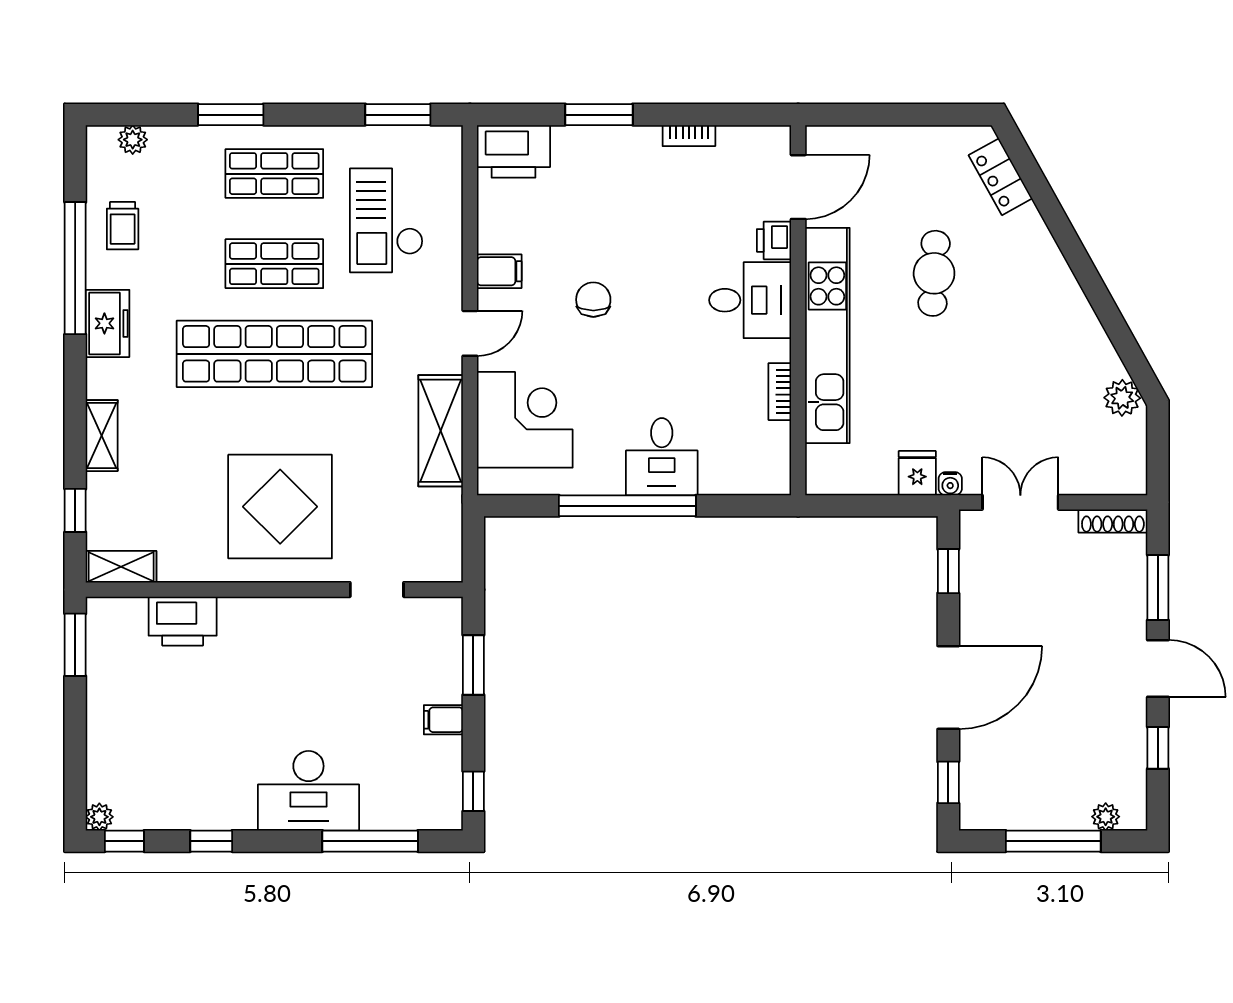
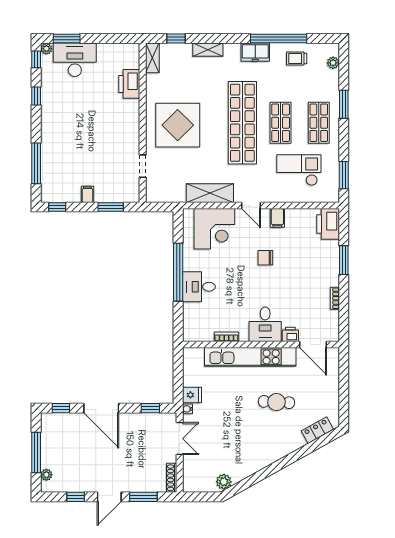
chair: (593, 300) -> (265, 258), turned 180
window: (75, 645) -> (67, 38), moved
desk: (308, 791) -> (75, 60), moved, turned 90

